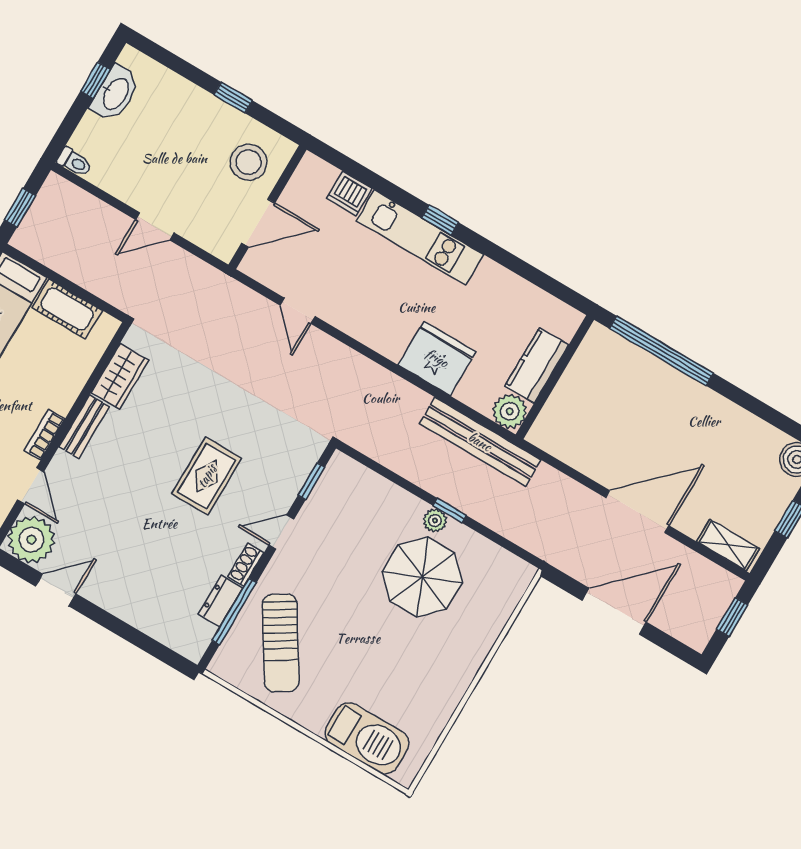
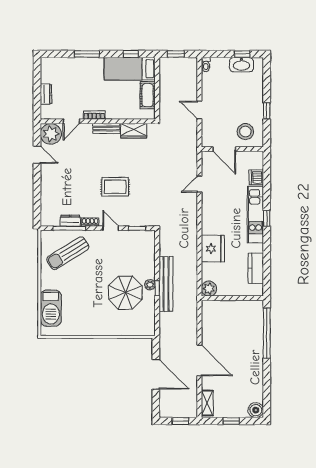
kitchen counter: (537, 365) -> (256, 268), moved, turned -90
bench: (480, 442) -> (166, 284), moved

